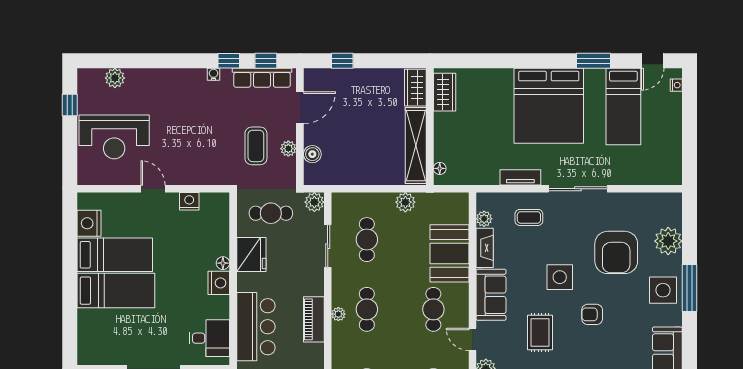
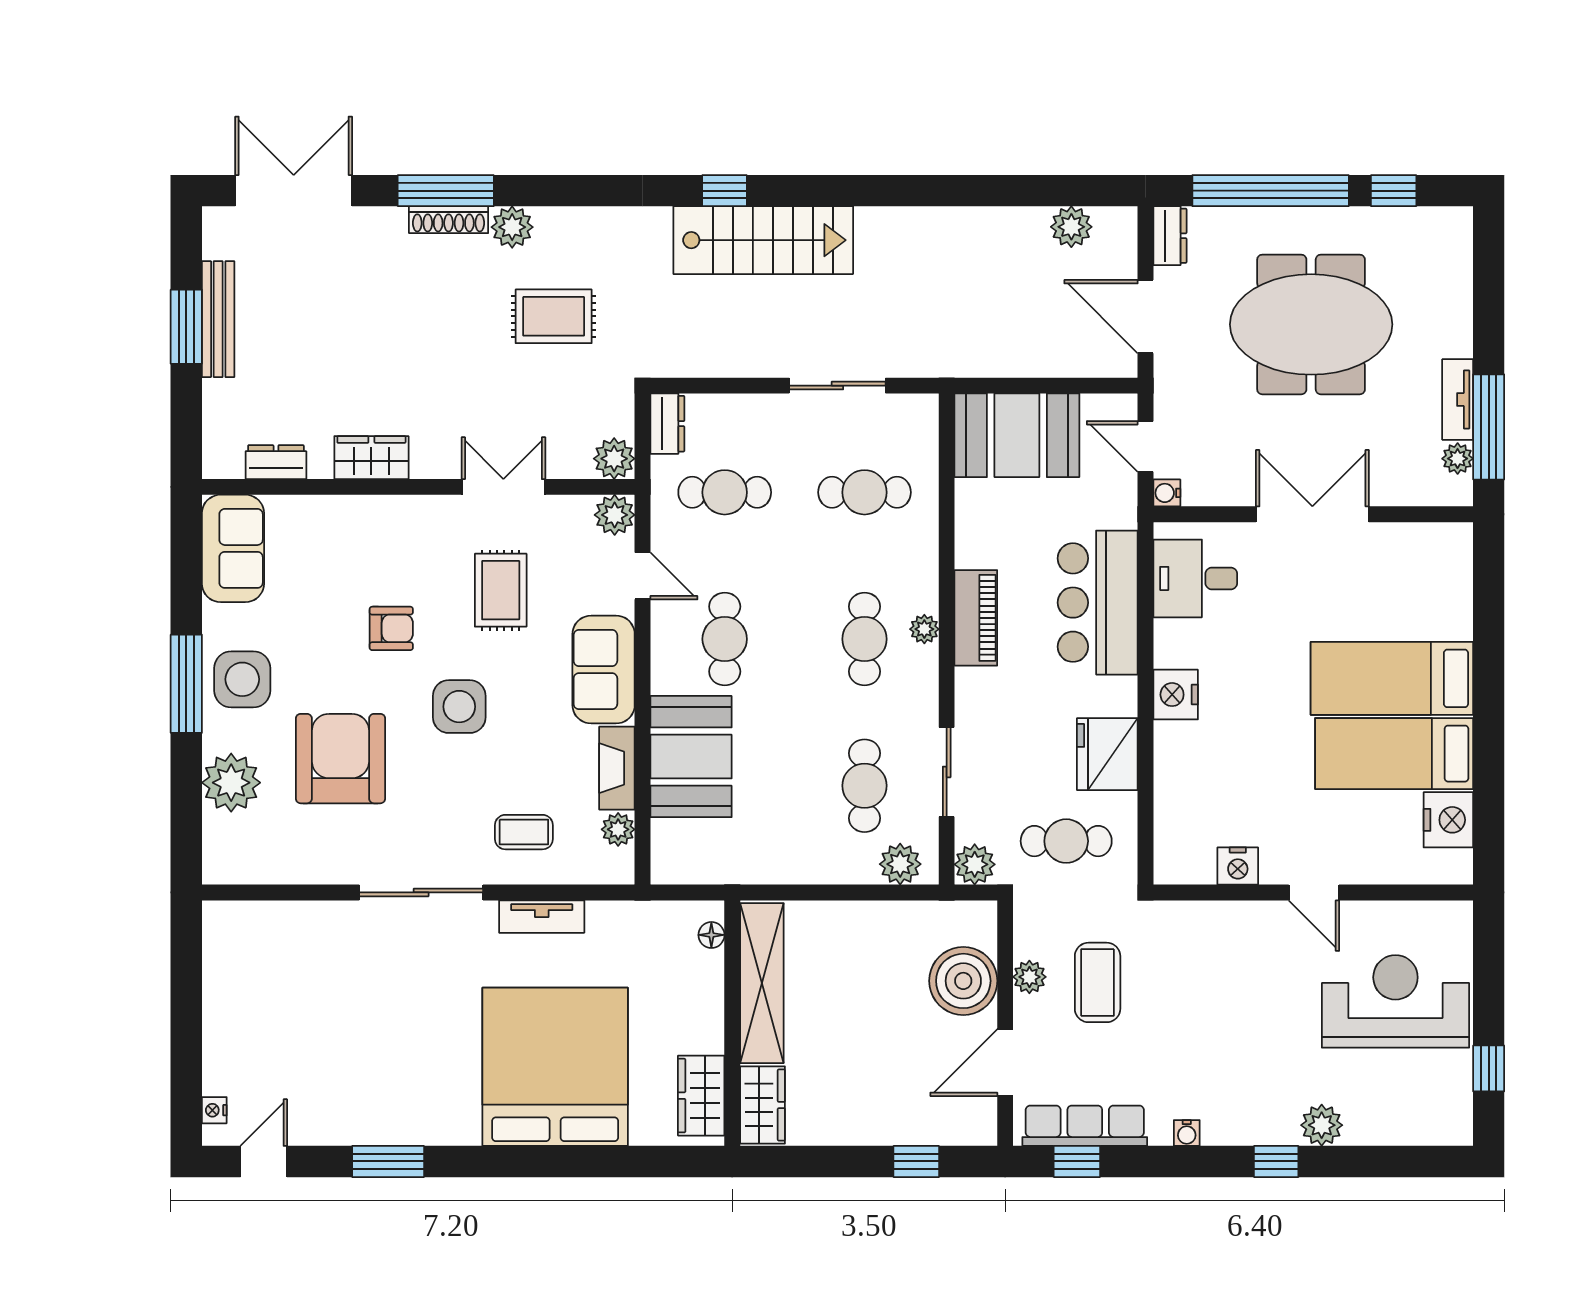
window: (229, 61) -> (1276, 1161), moved
plant: (115, 78) -> (1322, 1125), moved
bed: (549, 106) -> (555, 1067), moved
bed: (623, 107) -> (325, 1065), removed
boiler: (312, 154) -> (963, 981), width x1.86, depth x1.86
plant: (405, 202) -> (900, 864), moved
floor lamp: (223, 263) -> (1167, 736), removed

